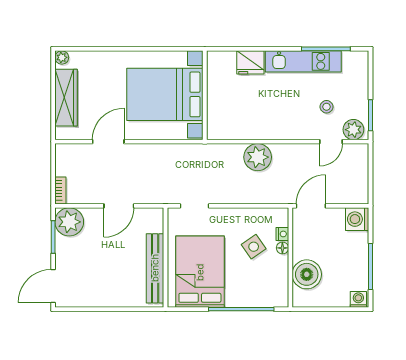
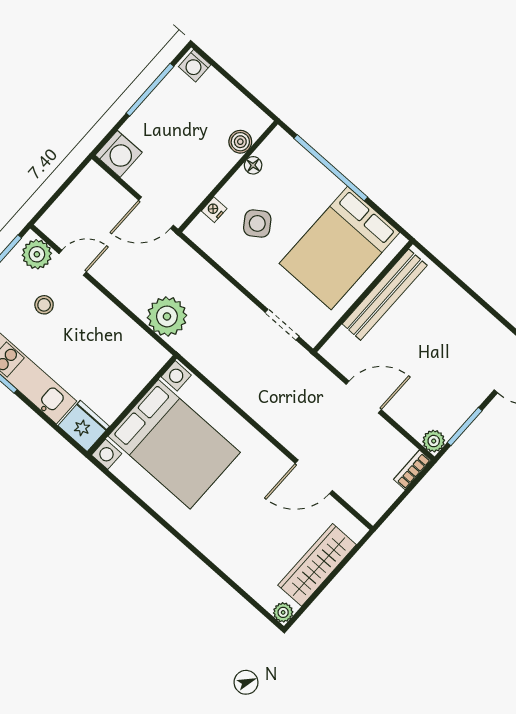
bed with nightstands: (165, 94) -> (174, 444), moved
wall: (205, 95) -> (132, 405), moved
plant: (69, 222) -> (434, 441), width x0.53, depth x0.53
floor lamp: (282, 248) -> (253, 165), moved
boiler: (307, 274) -> (240, 142), width x0.54, depth x0.54

